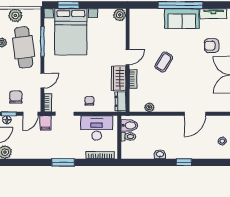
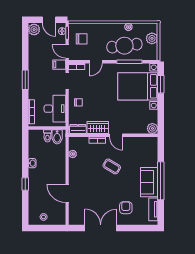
door: (42, 81) -> (96, 62), hinge flipped

